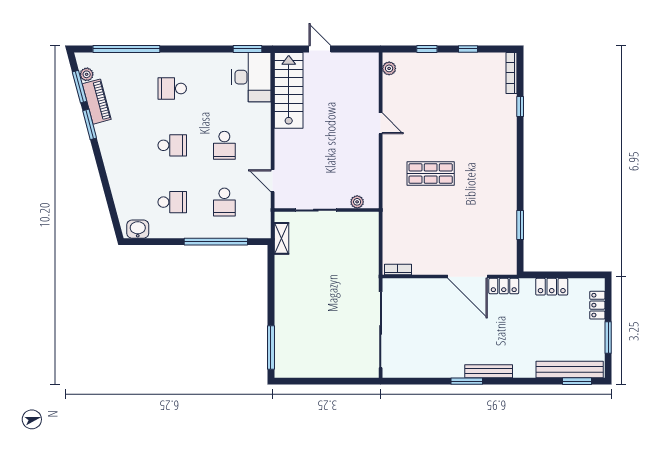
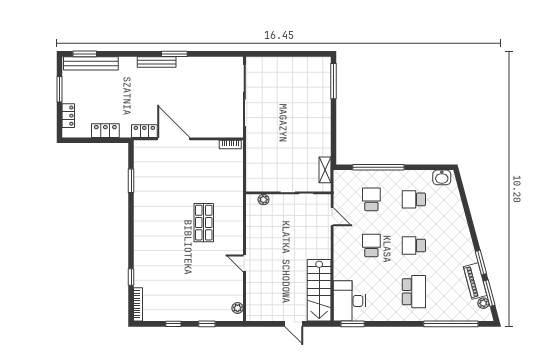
school desk: (172, 89) -> (414, 292), width x1.85
shop shelf: (431, 174) -> (204, 223), turned 90

